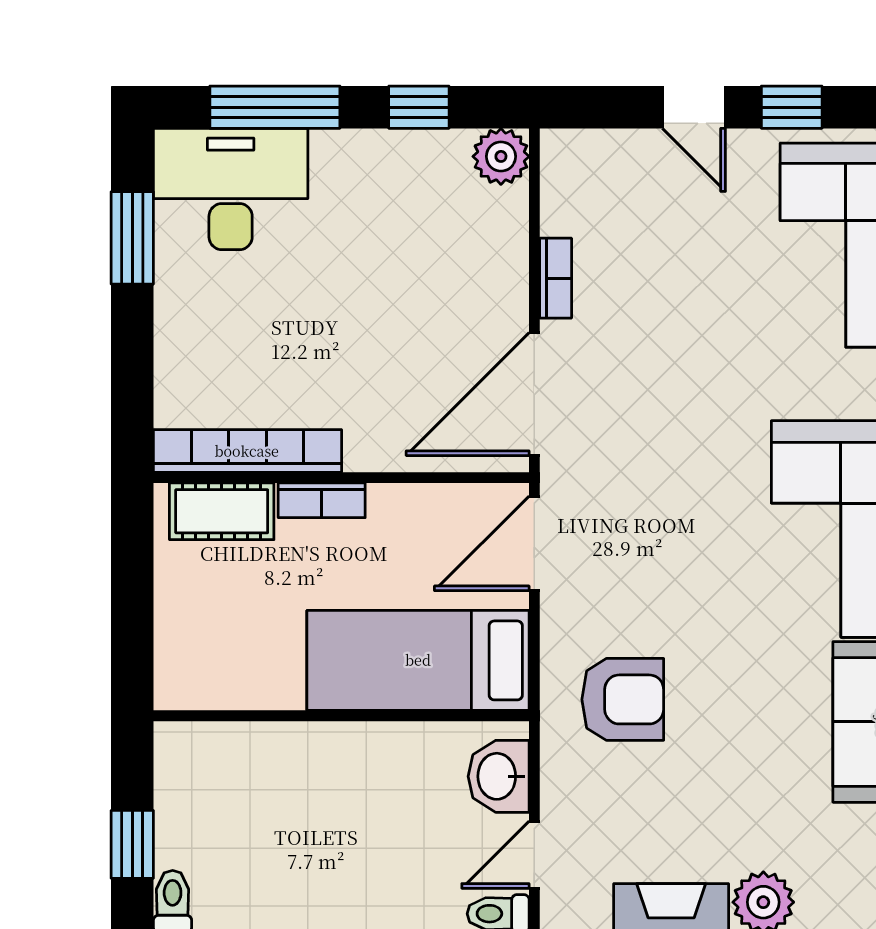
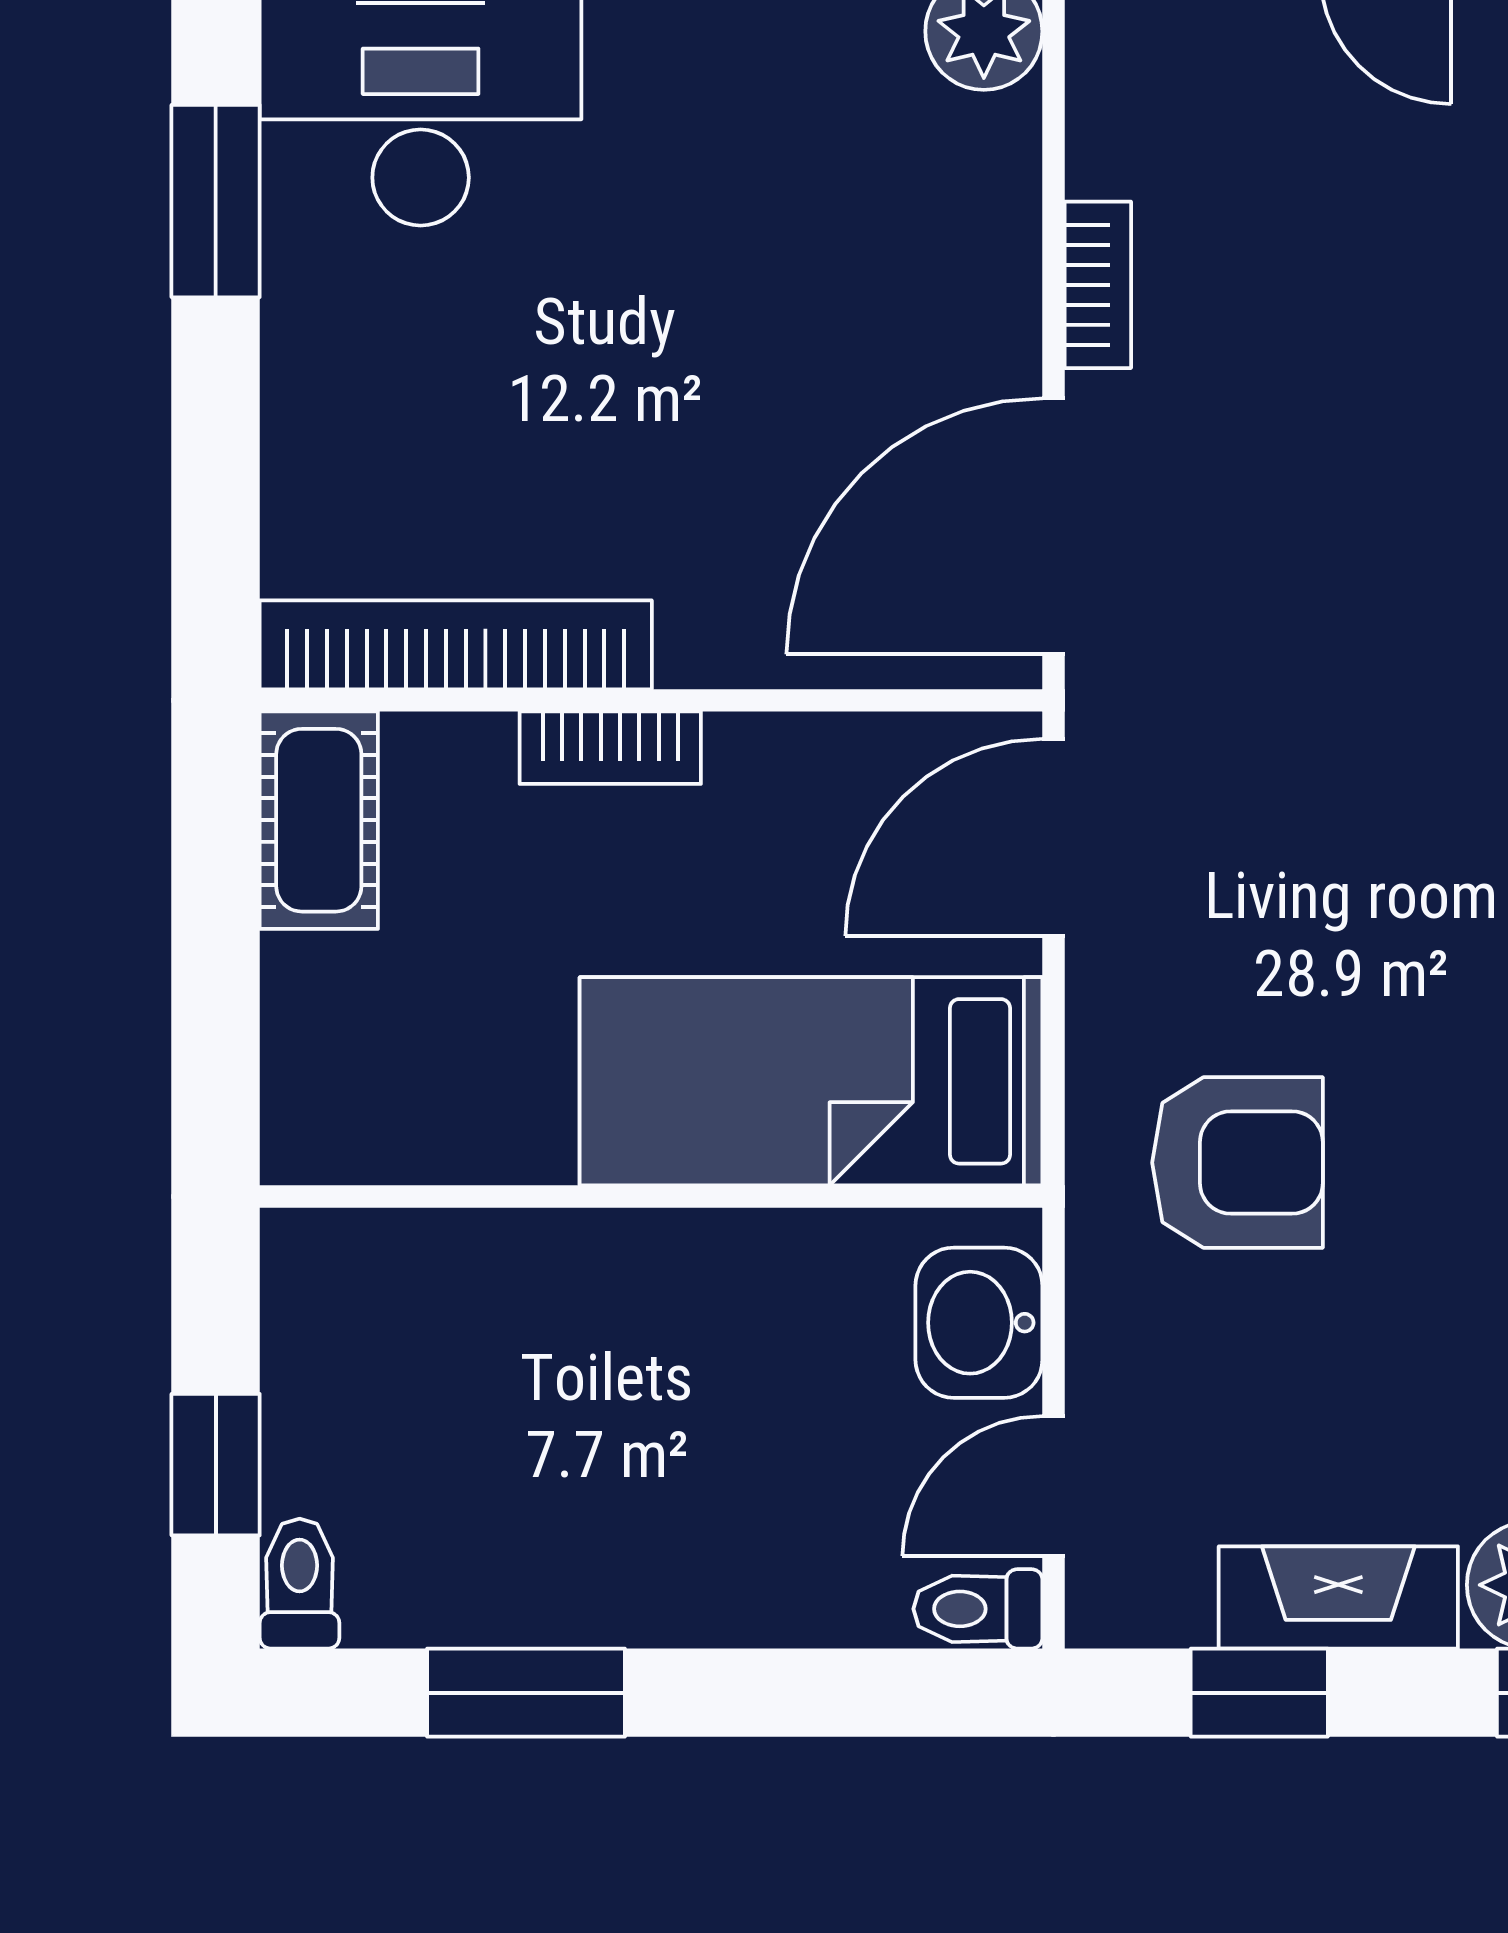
cot: (222, 511) -> (319, 820), moved, turned 90

